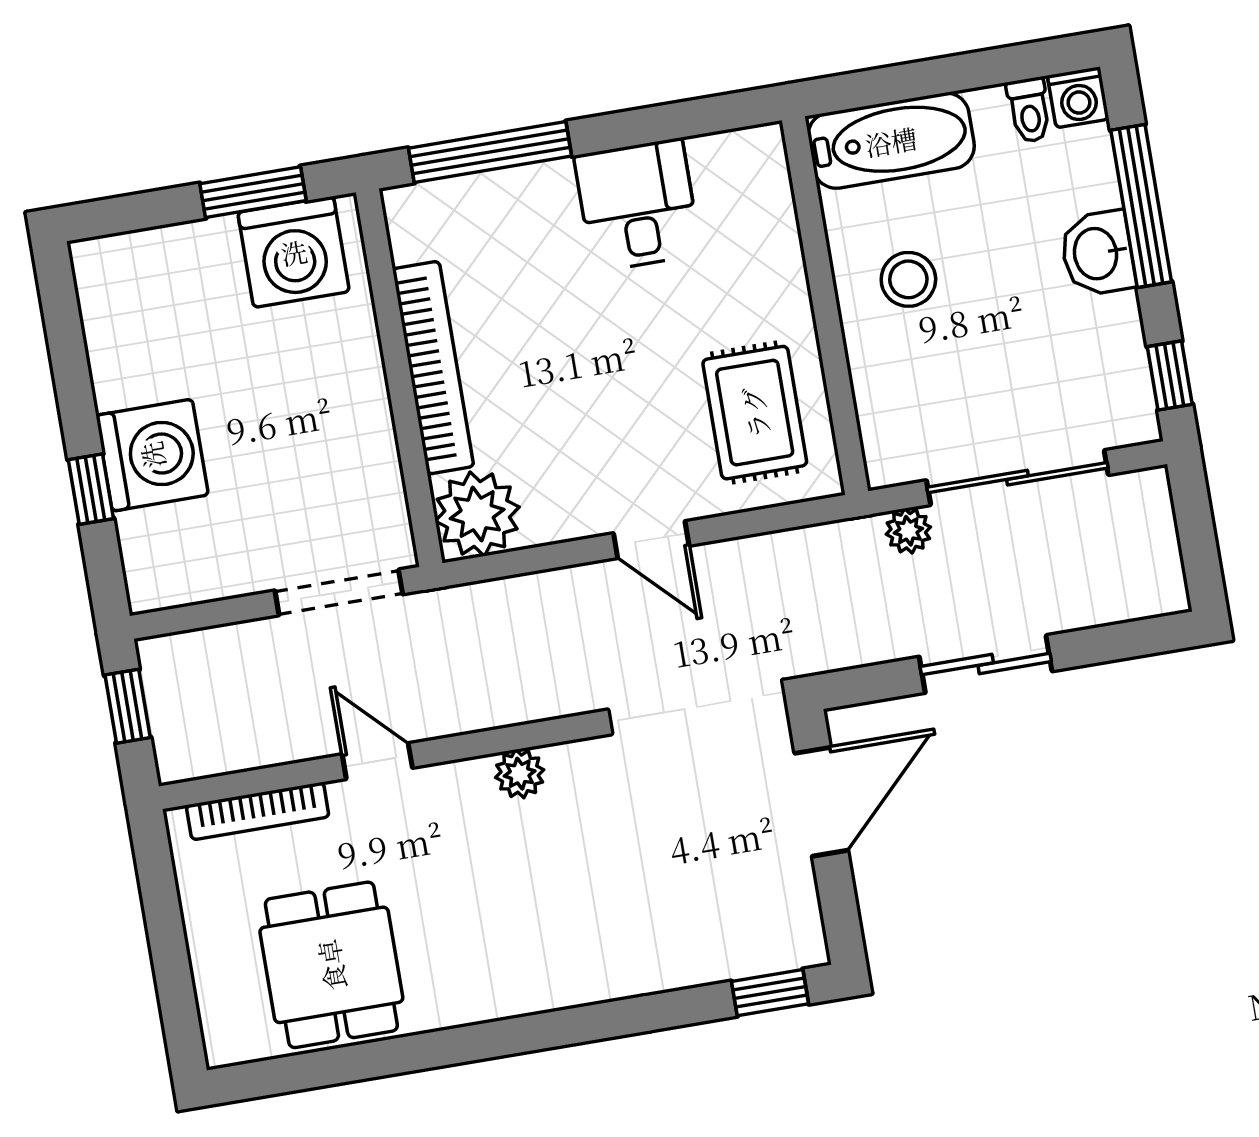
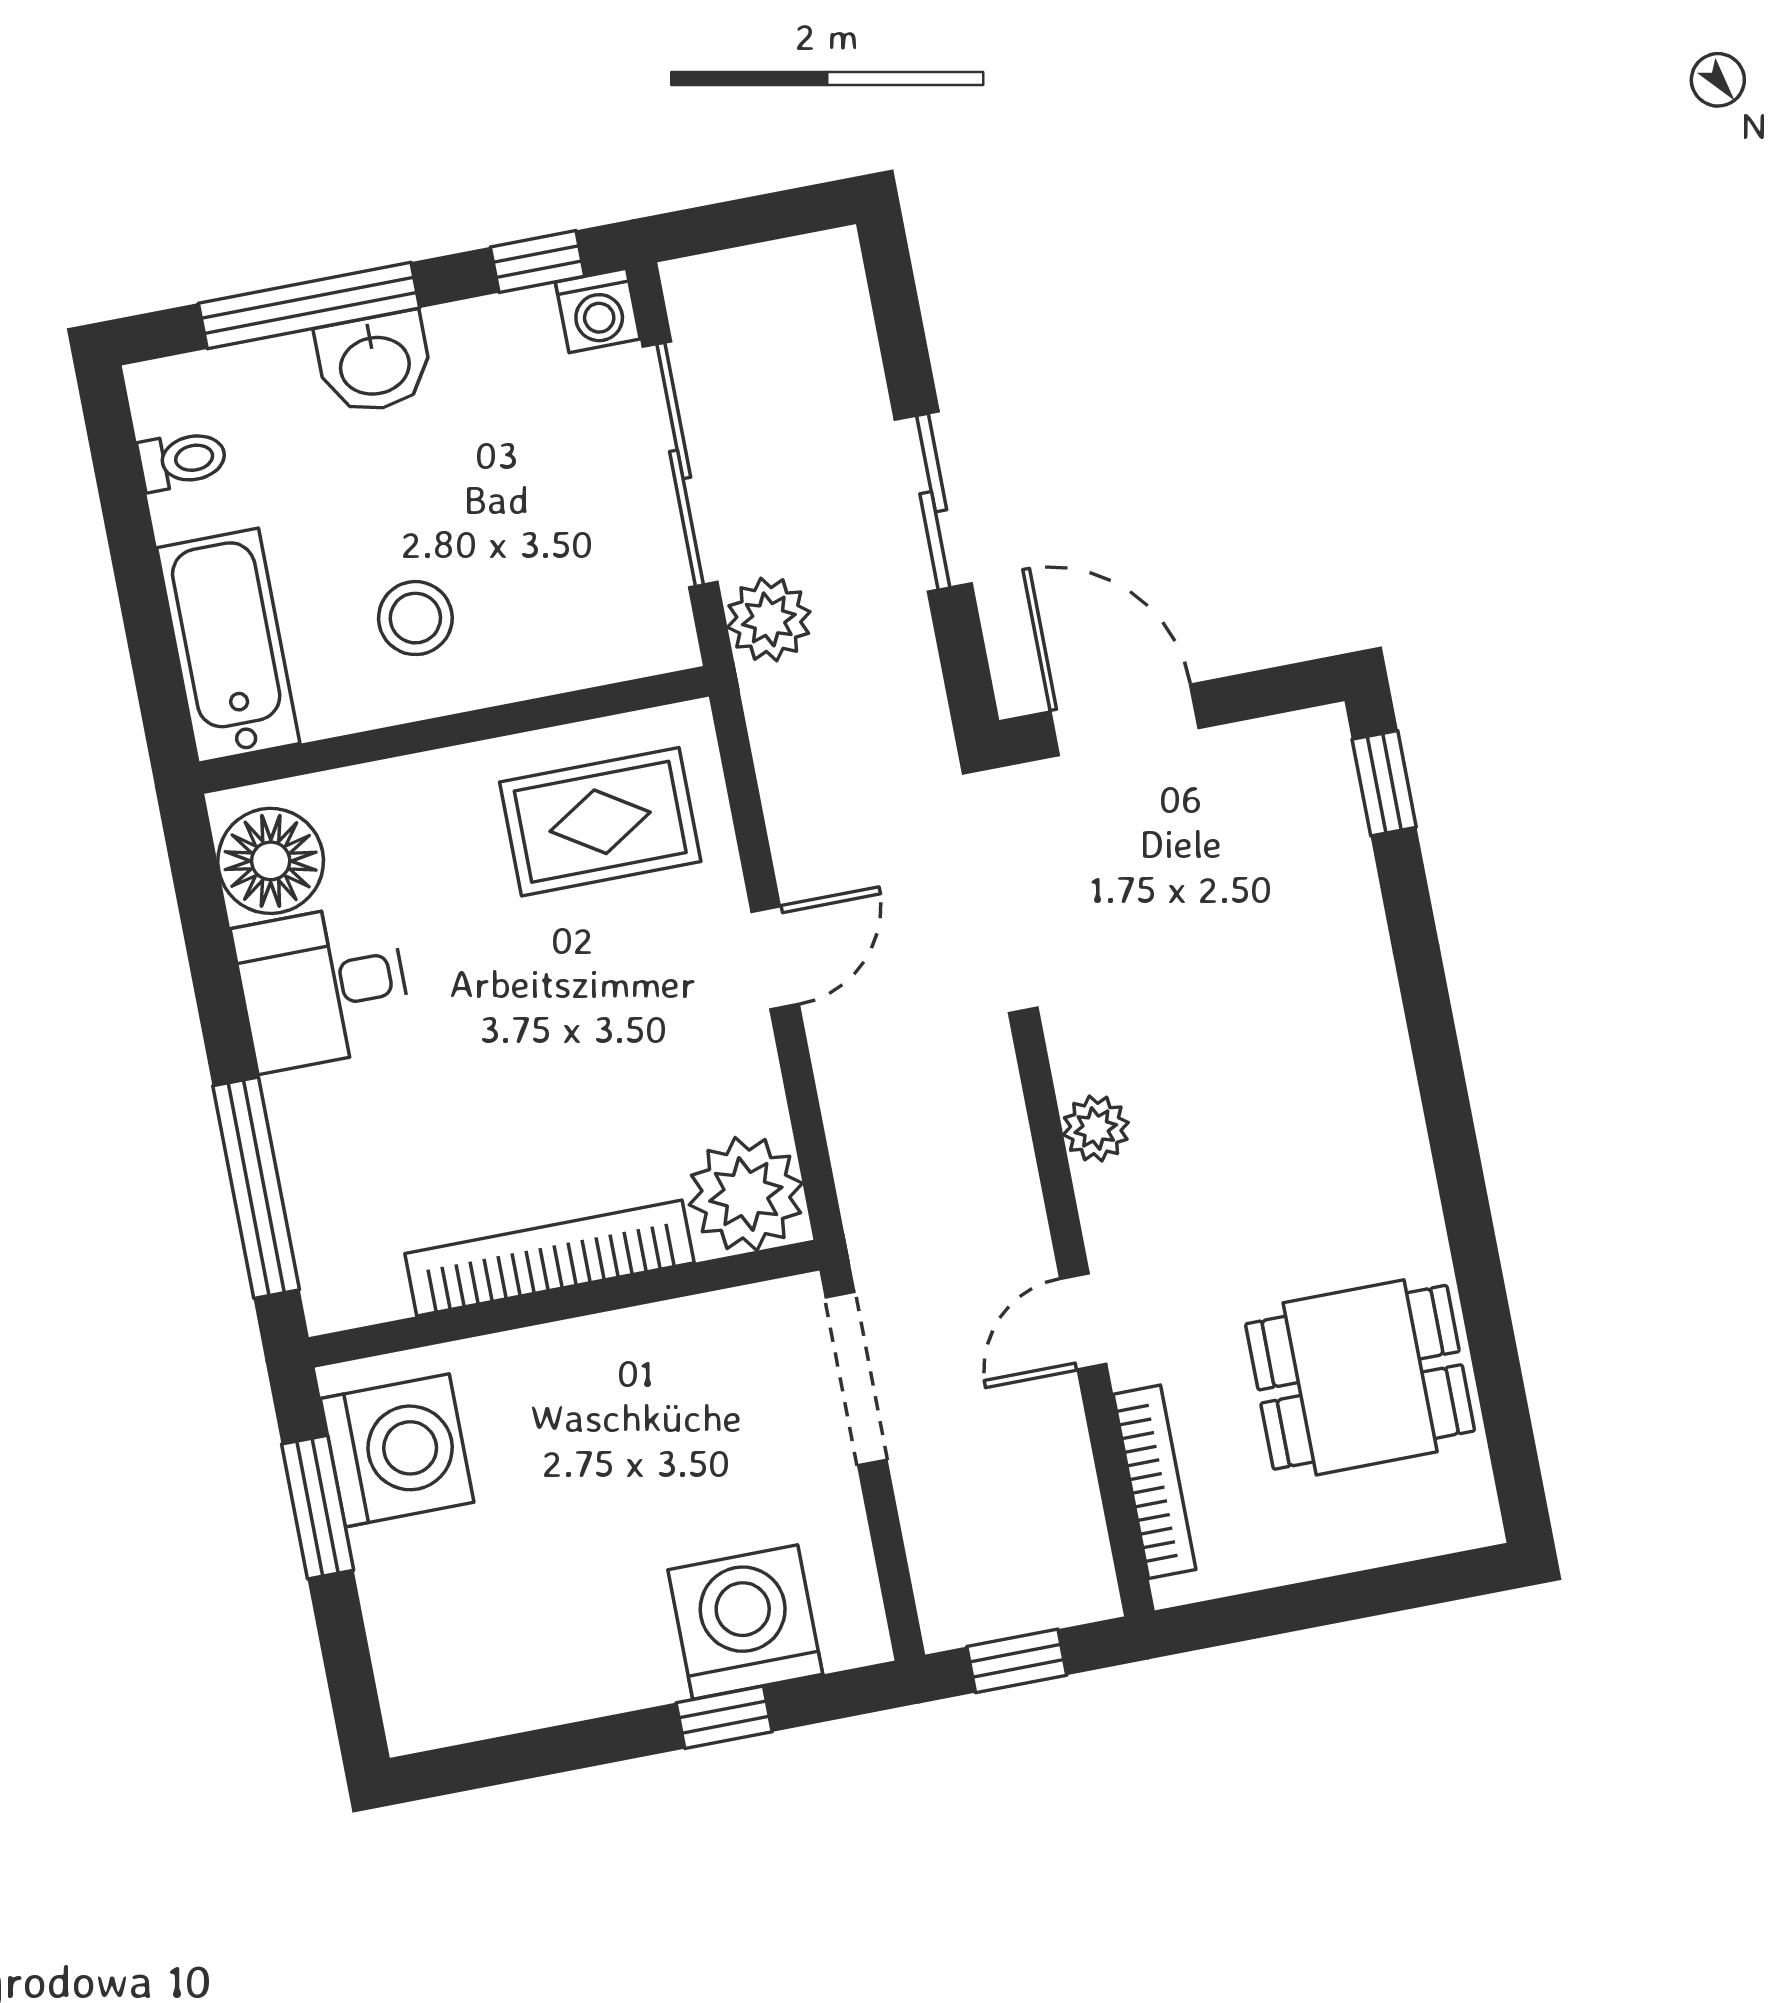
washing machine: (1078, 97) -> (598, 311), moved, turned 90
floor lamp: (731, 168) -> (271, 861), added
washing machine: (152, 455) -> (745, 1622), moved
plant: (908, 531) -> (769, 619), width x1.38, depth x1.38

